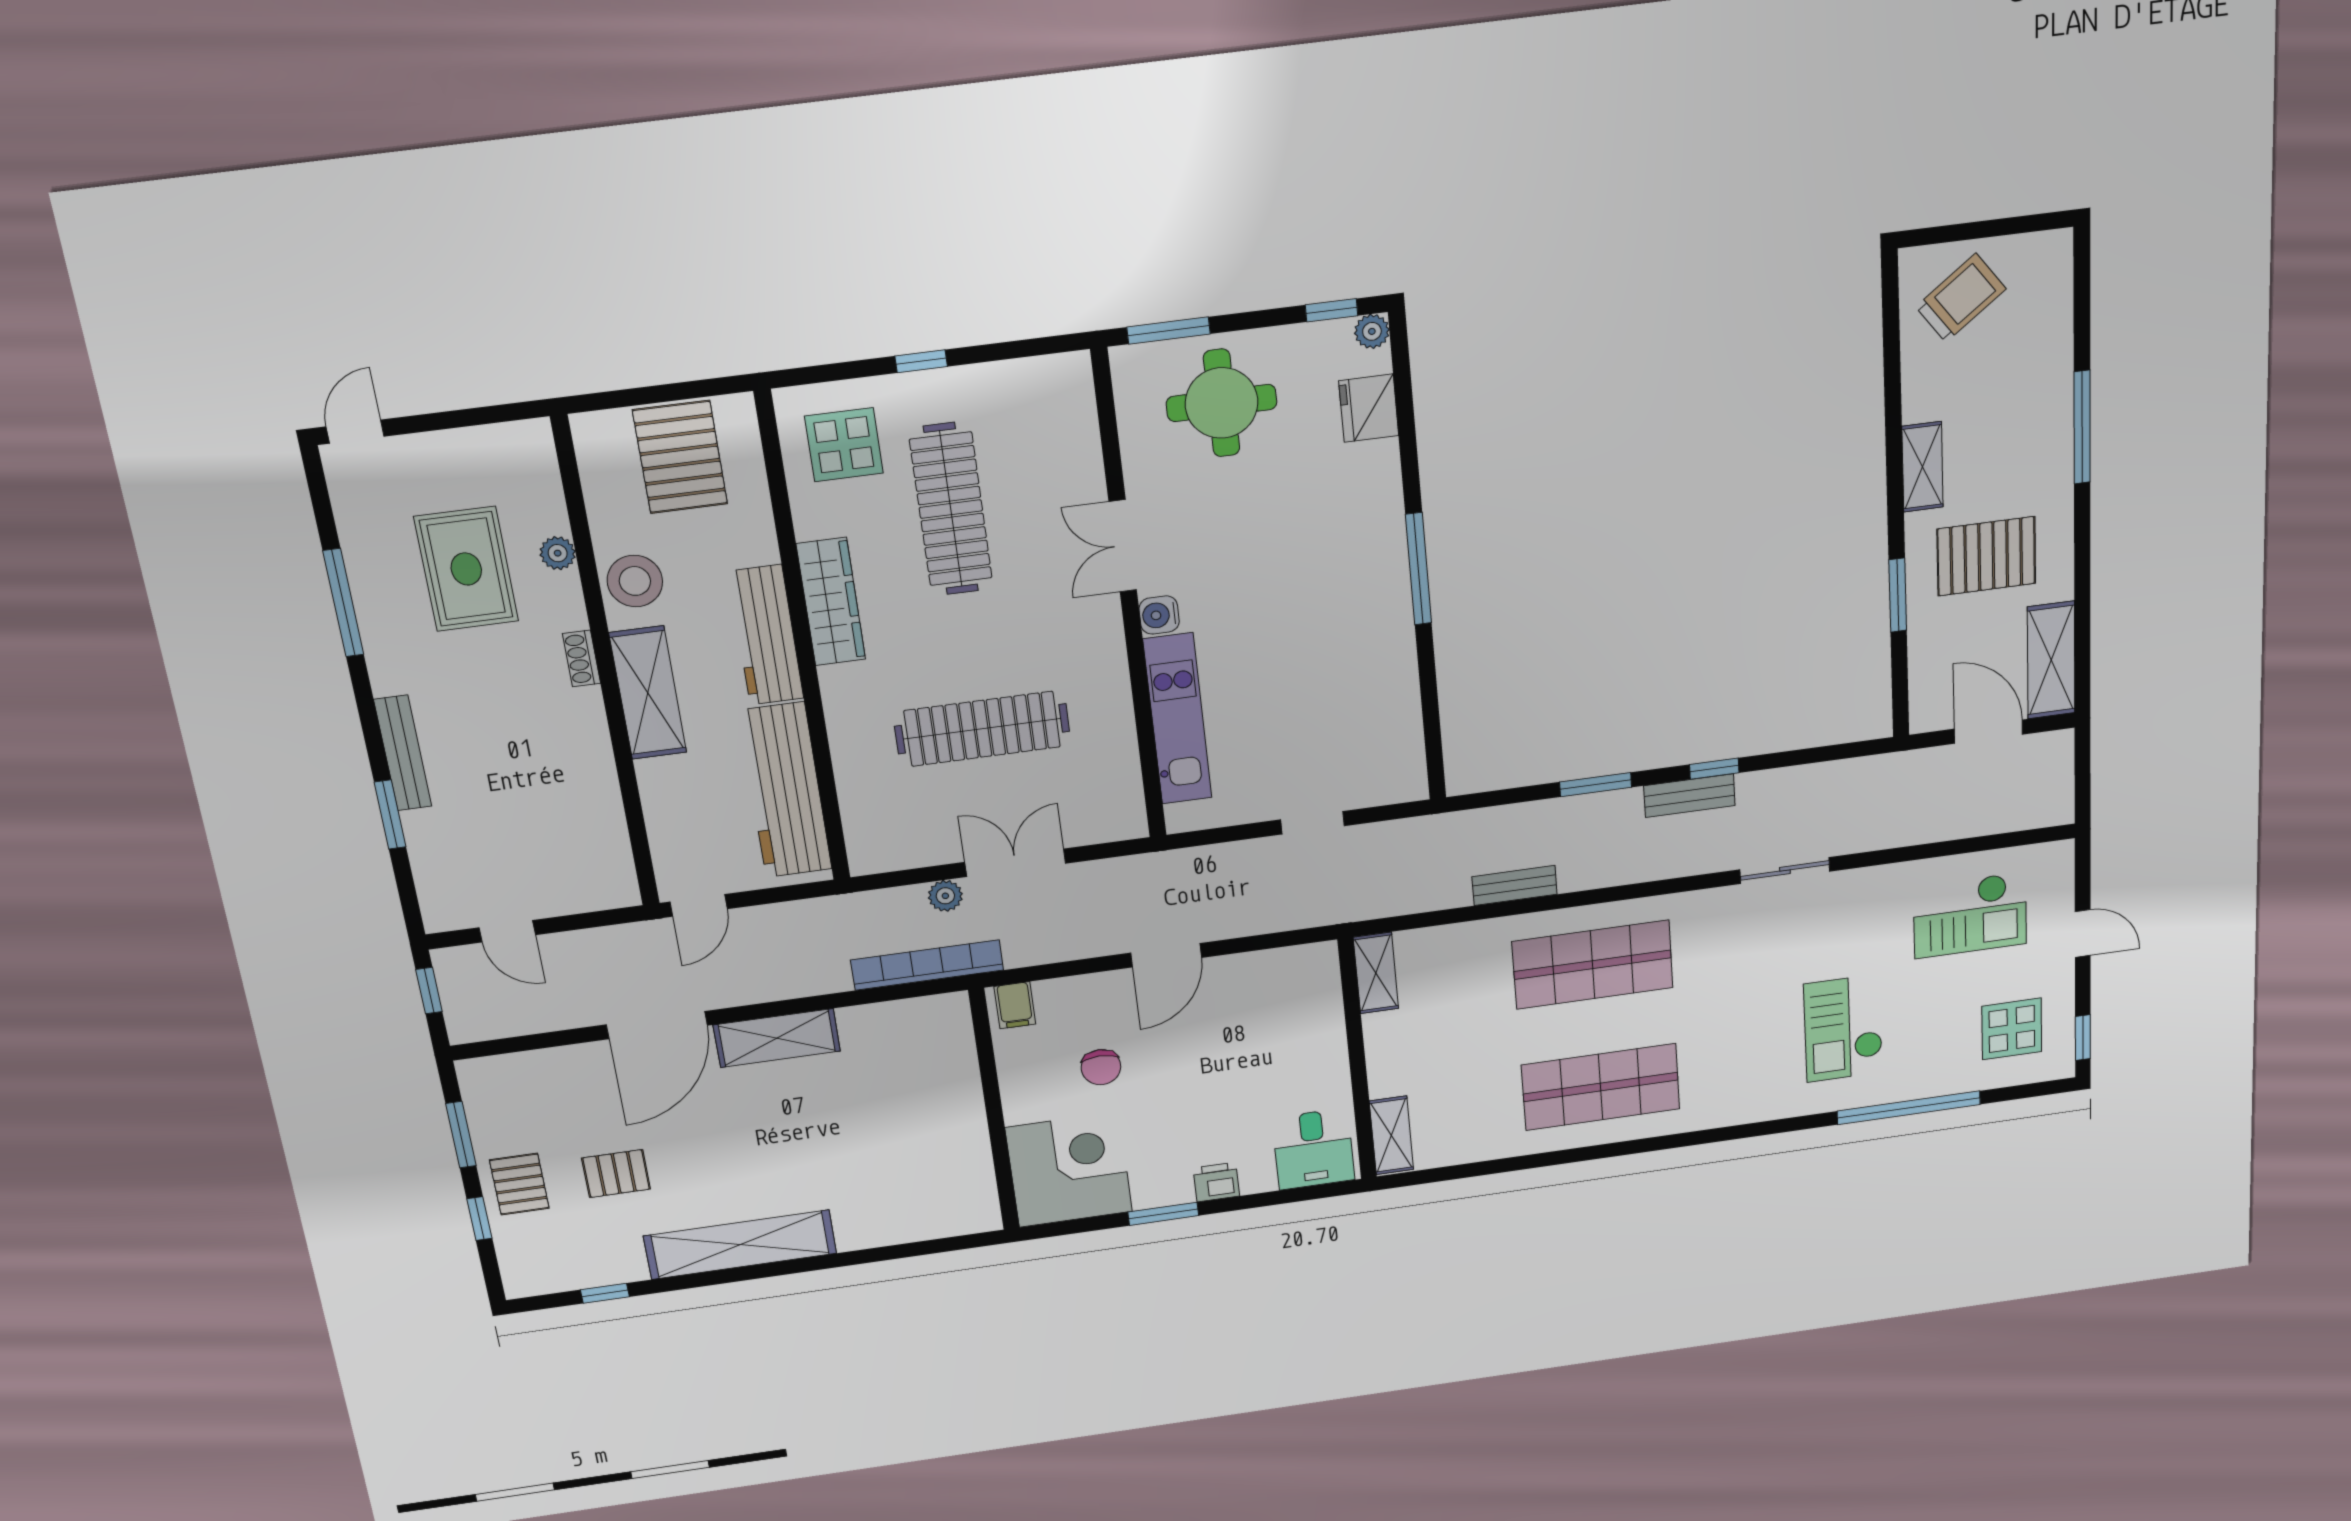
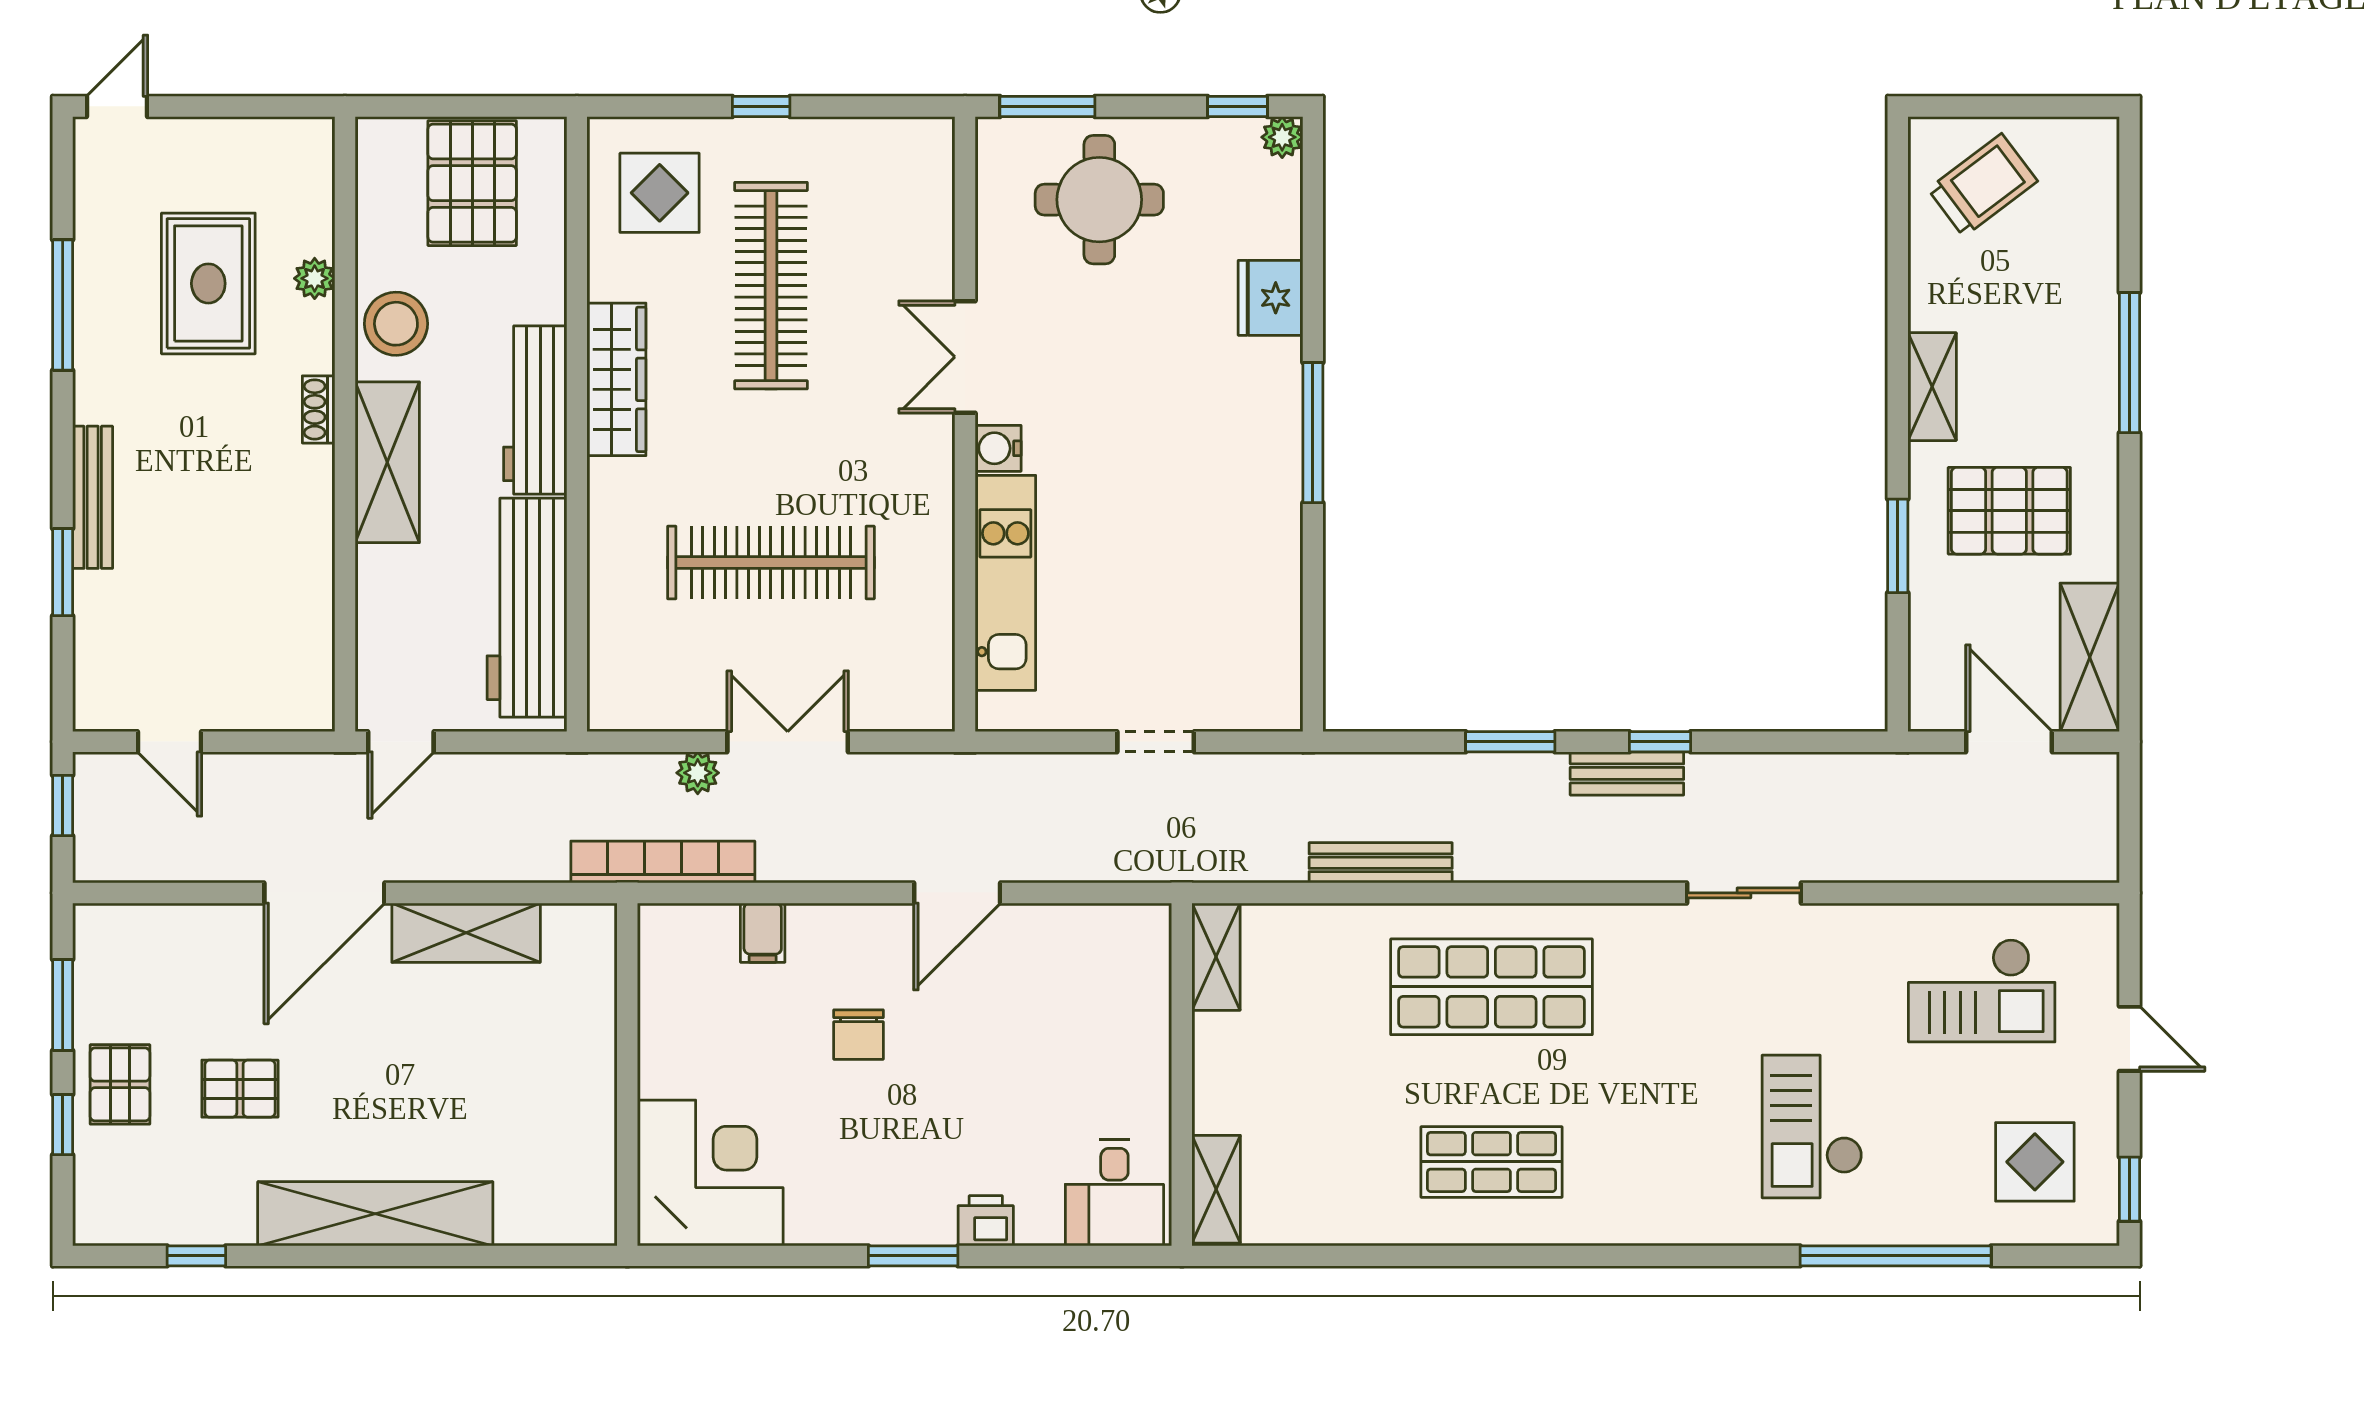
fridge: (1369, 408) -> (1270, 298), moved
bench: (1515, 885) -> (1381, 863), width x1.36
shop shelf: (1601, 1087) -> (1492, 1162), width x0.70, depth x0.74
wall: (994, 1111) -> (627, 1074), moved
corner desk: (1069, 1170) -> (710, 1173), moved

